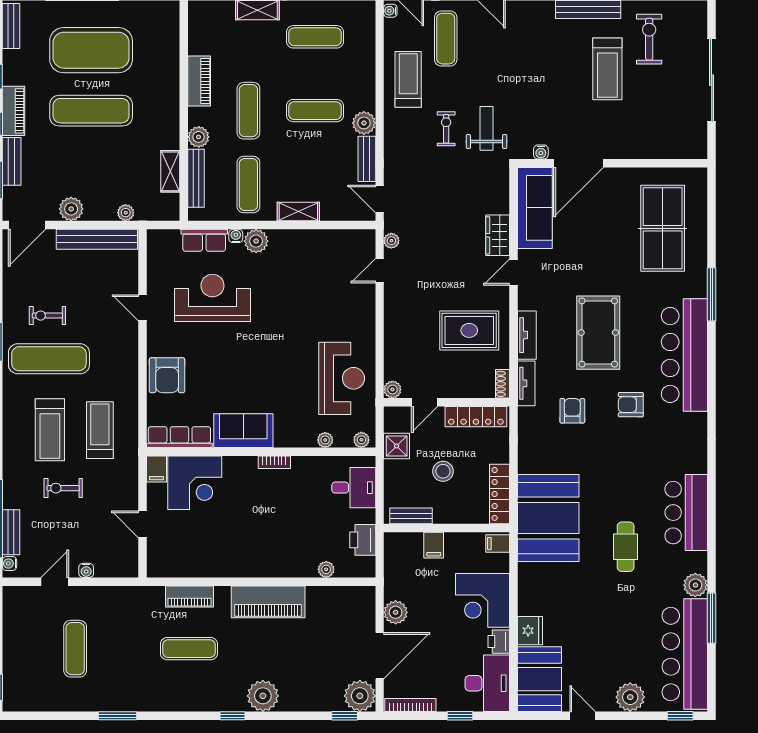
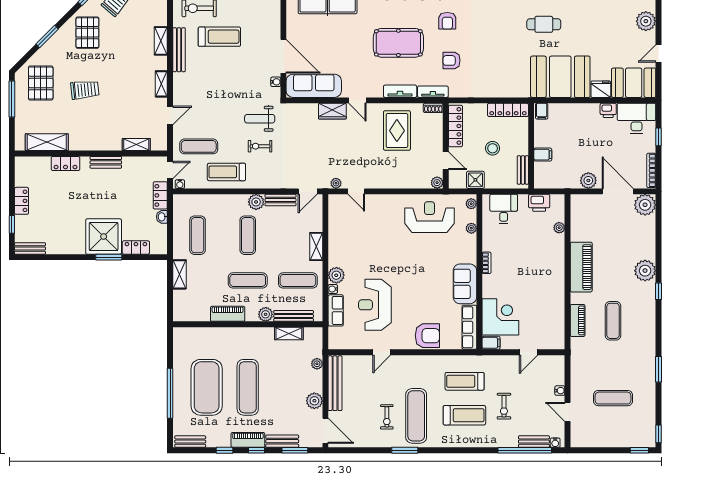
booth: (548, 518) -> (560, 77), moved
corner desk: (483, 600) -> (580, 121), removed
window: (345, 716) -> (658, 434), moved

